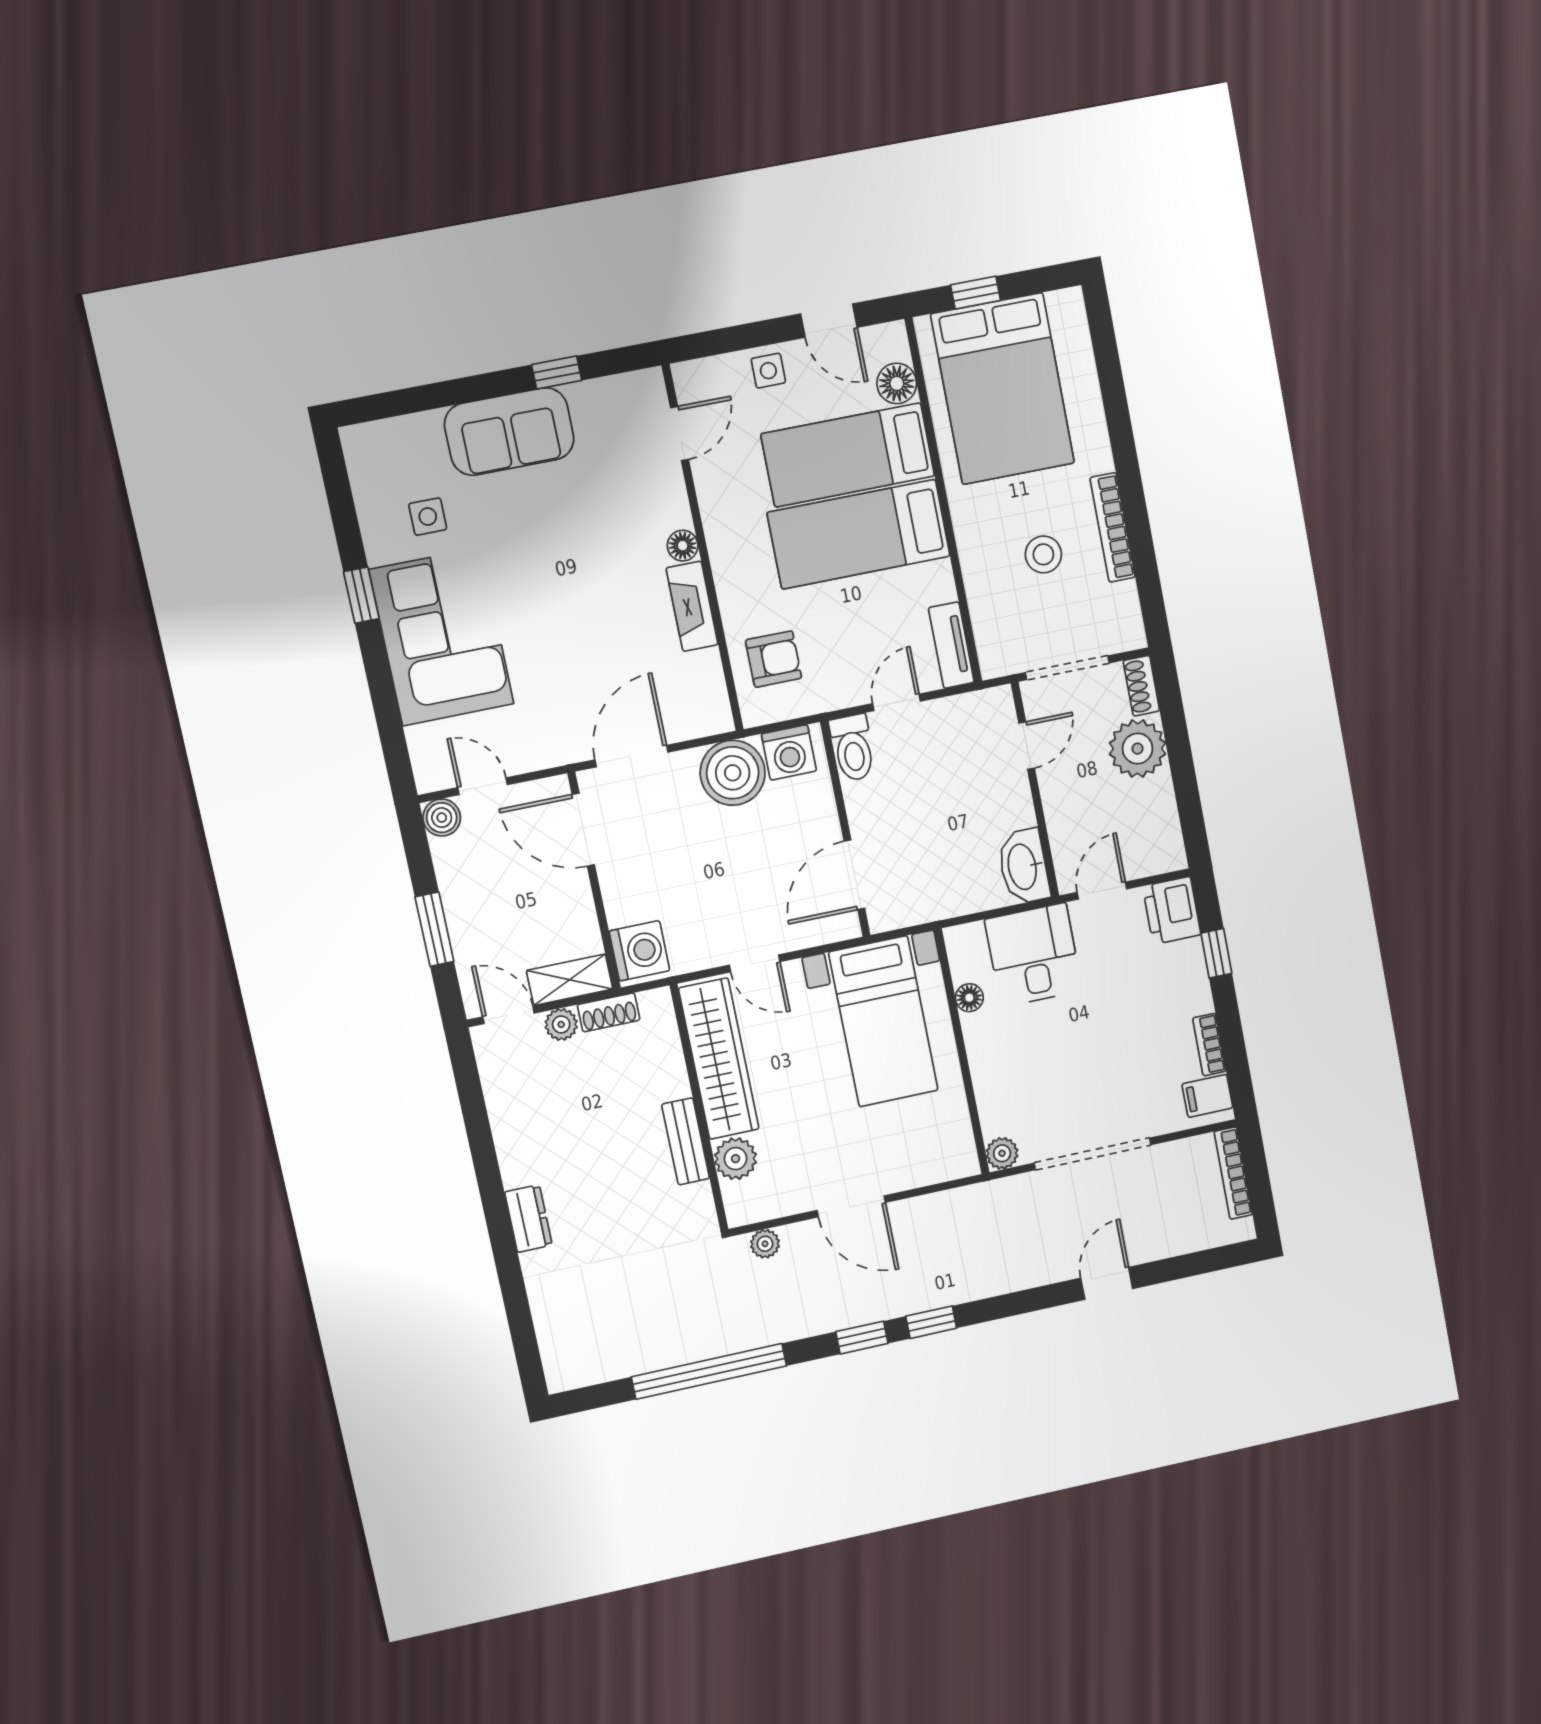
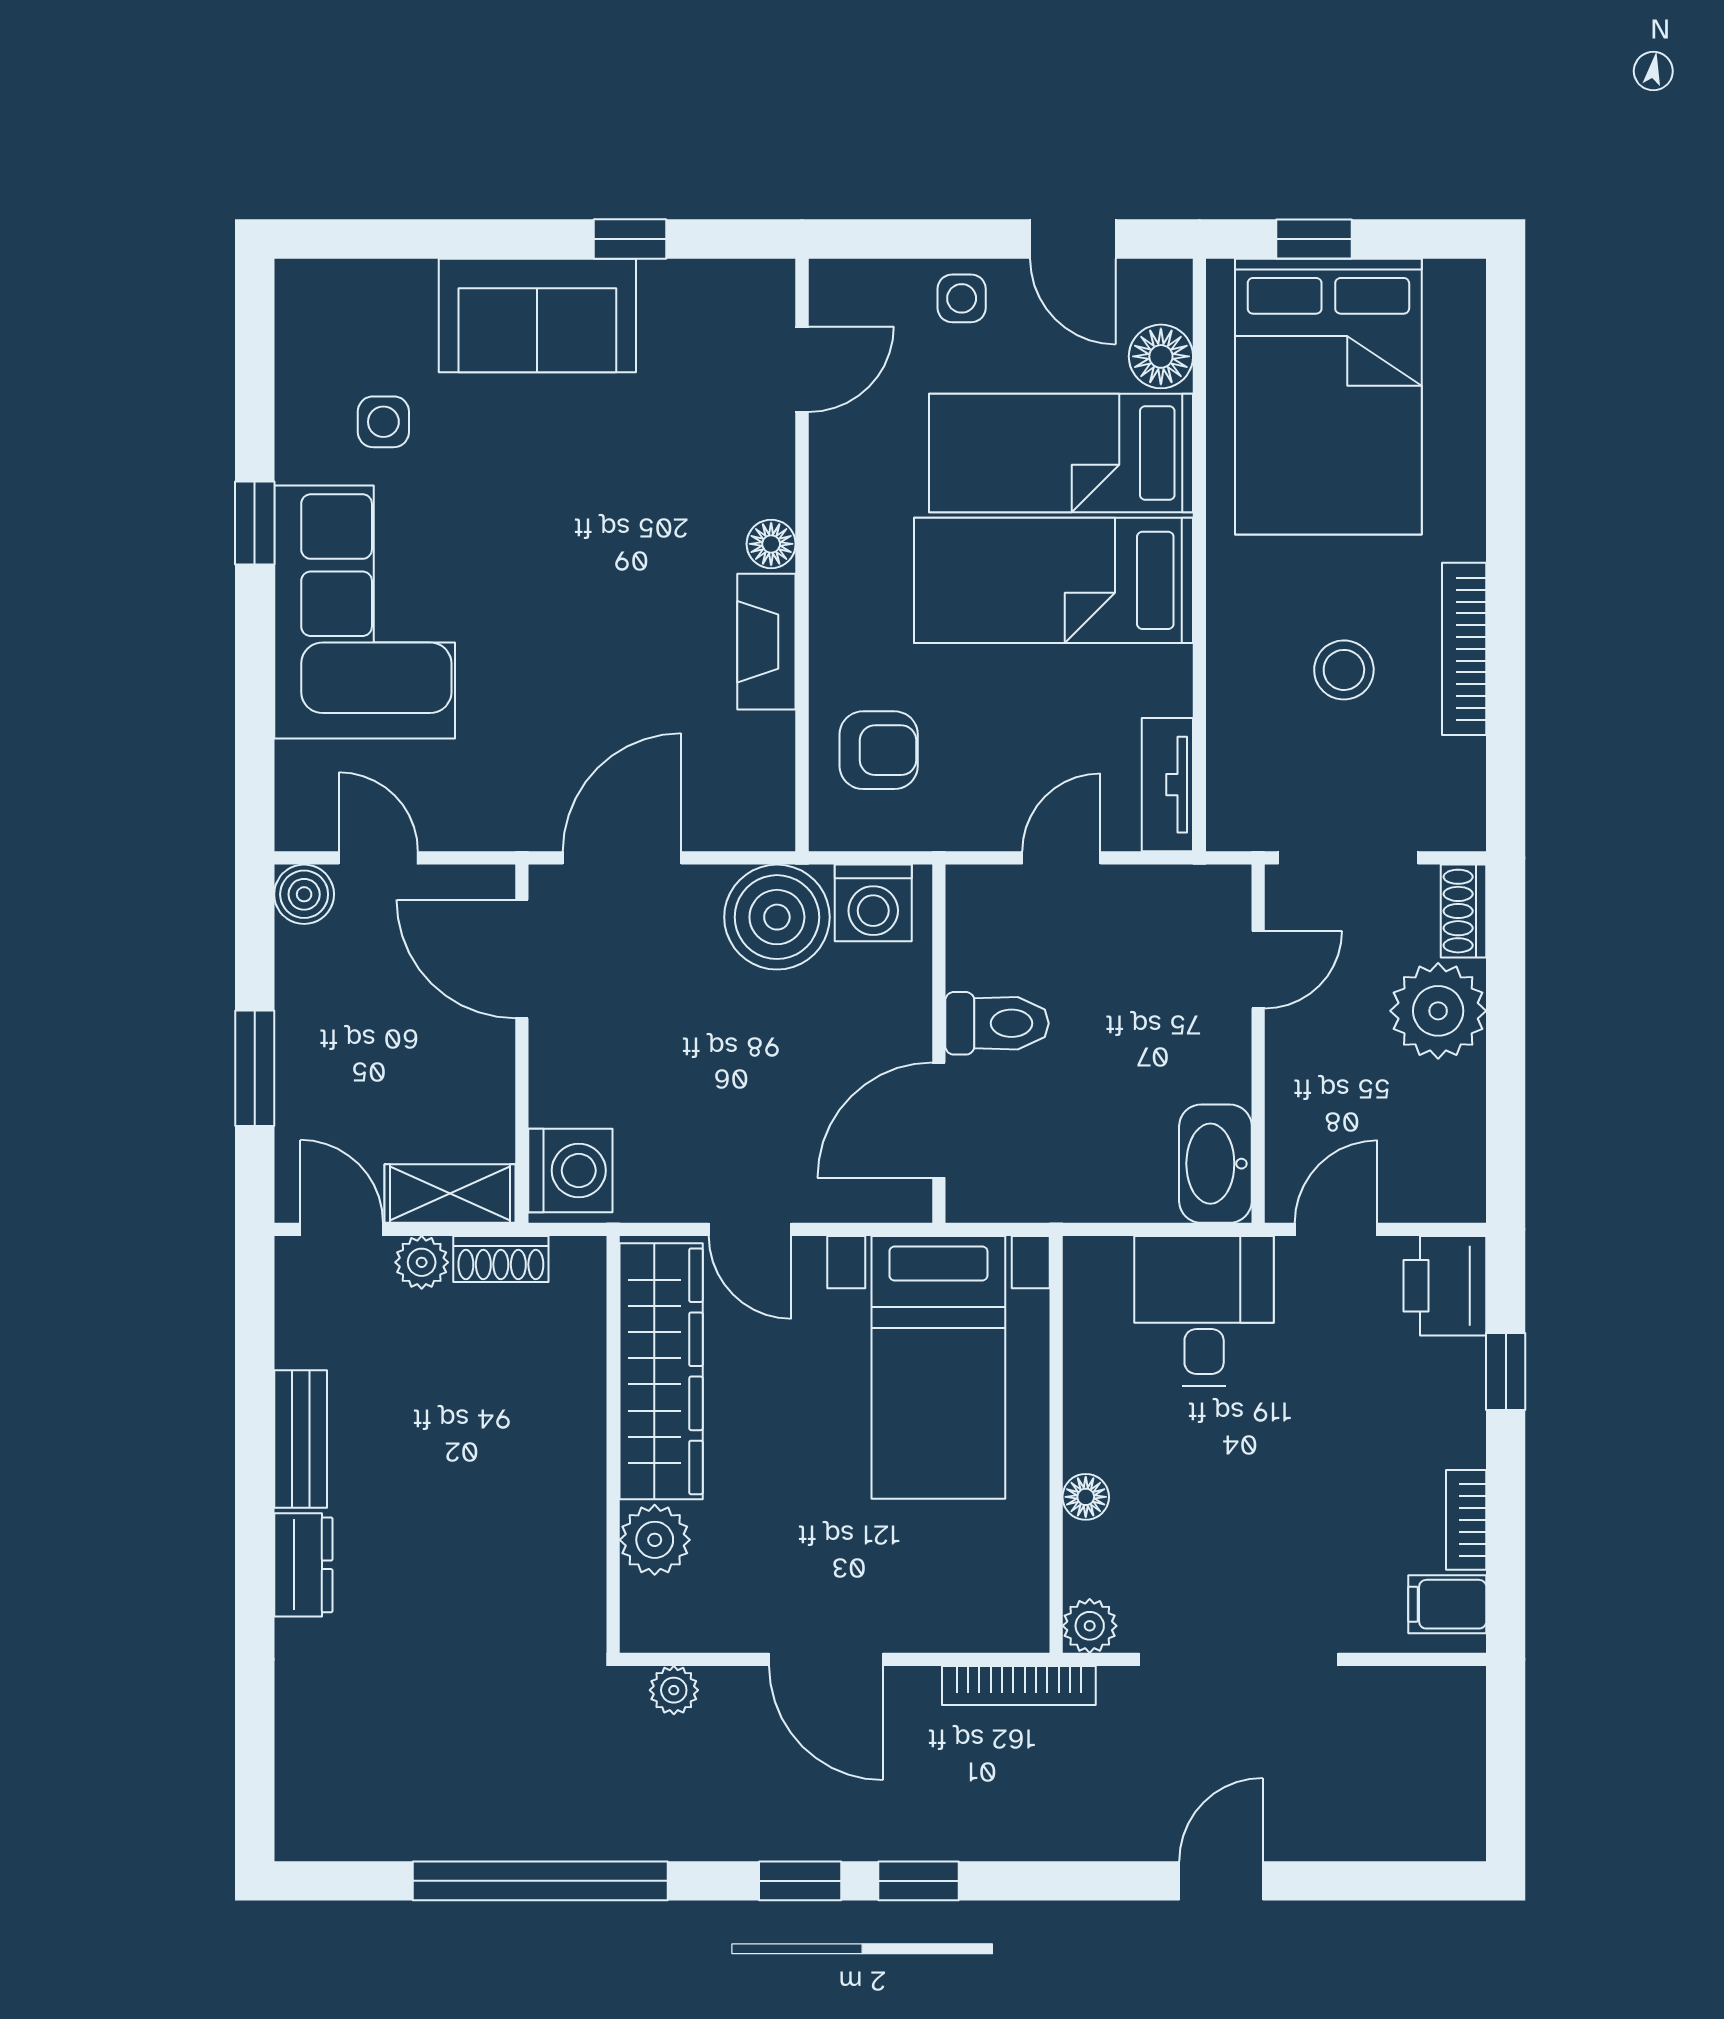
toilet: (853, 748) -> (997, 1023), moved, turned -90
floor lamp: (969, 998) -> (1086, 1497), moved
bench: (686, 1141) -> (301, 1439), moved
bookcase: (1233, 1173) -> (1019, 1685), moved, turned -90

